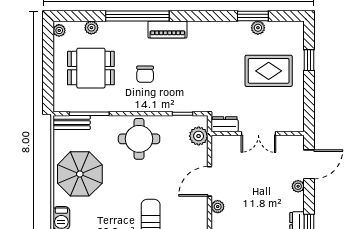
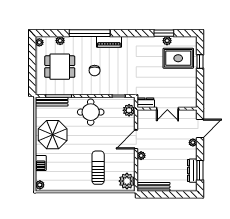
rug: (269, 71) -> (178, 58), moved
bench: (72, 123) -> (52, 102), width x1.36

